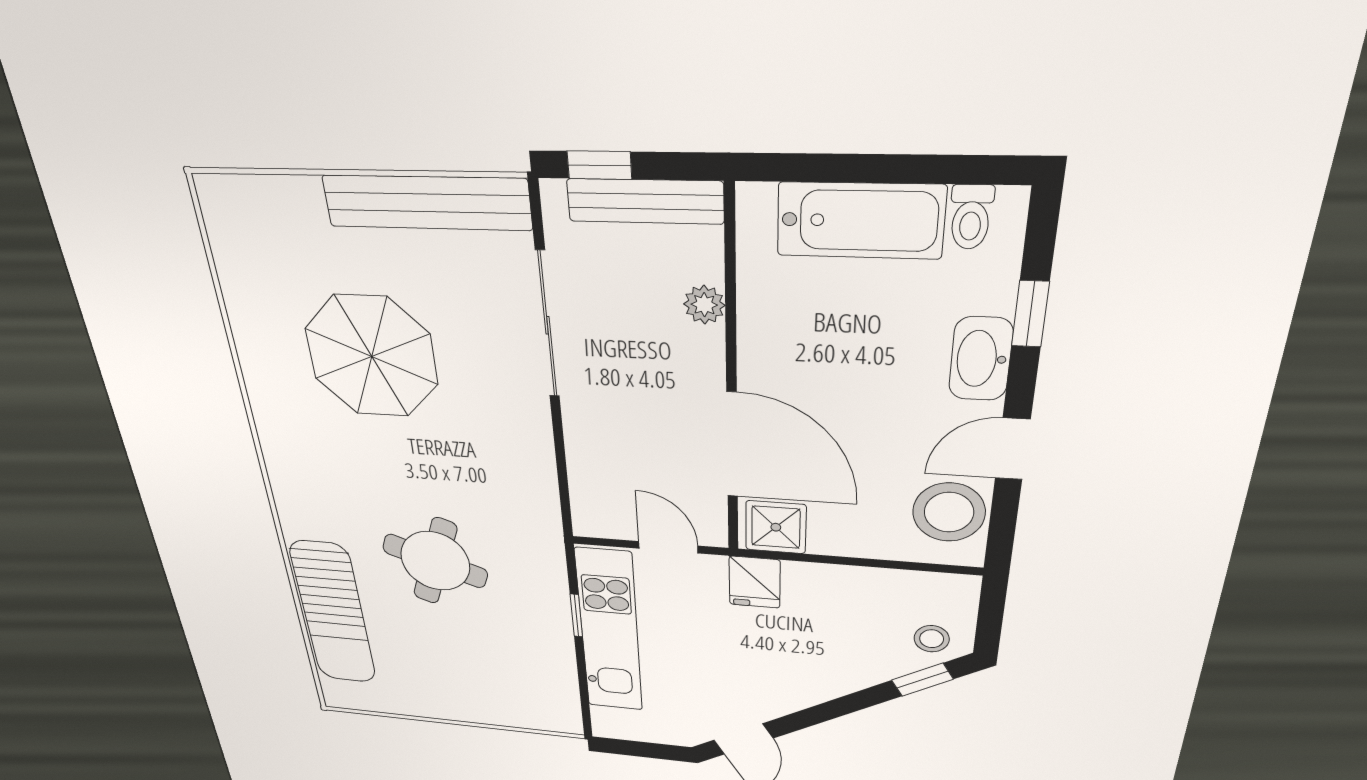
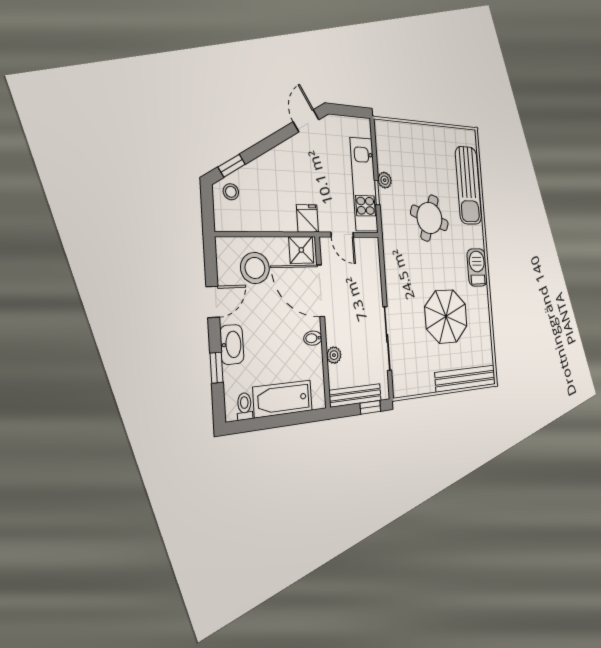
bench: (427, 203) -> (466, 378), moved
bidet: (761, 349) -> (313, 338), added
barbecue: (288, 454) -> (477, 267), added
stool: (949, 512) -> (255, 268), moved
sun lounger: (333, 613) -> (468, 185), turned 180
plant: (557, 635) -> (385, 180), added

